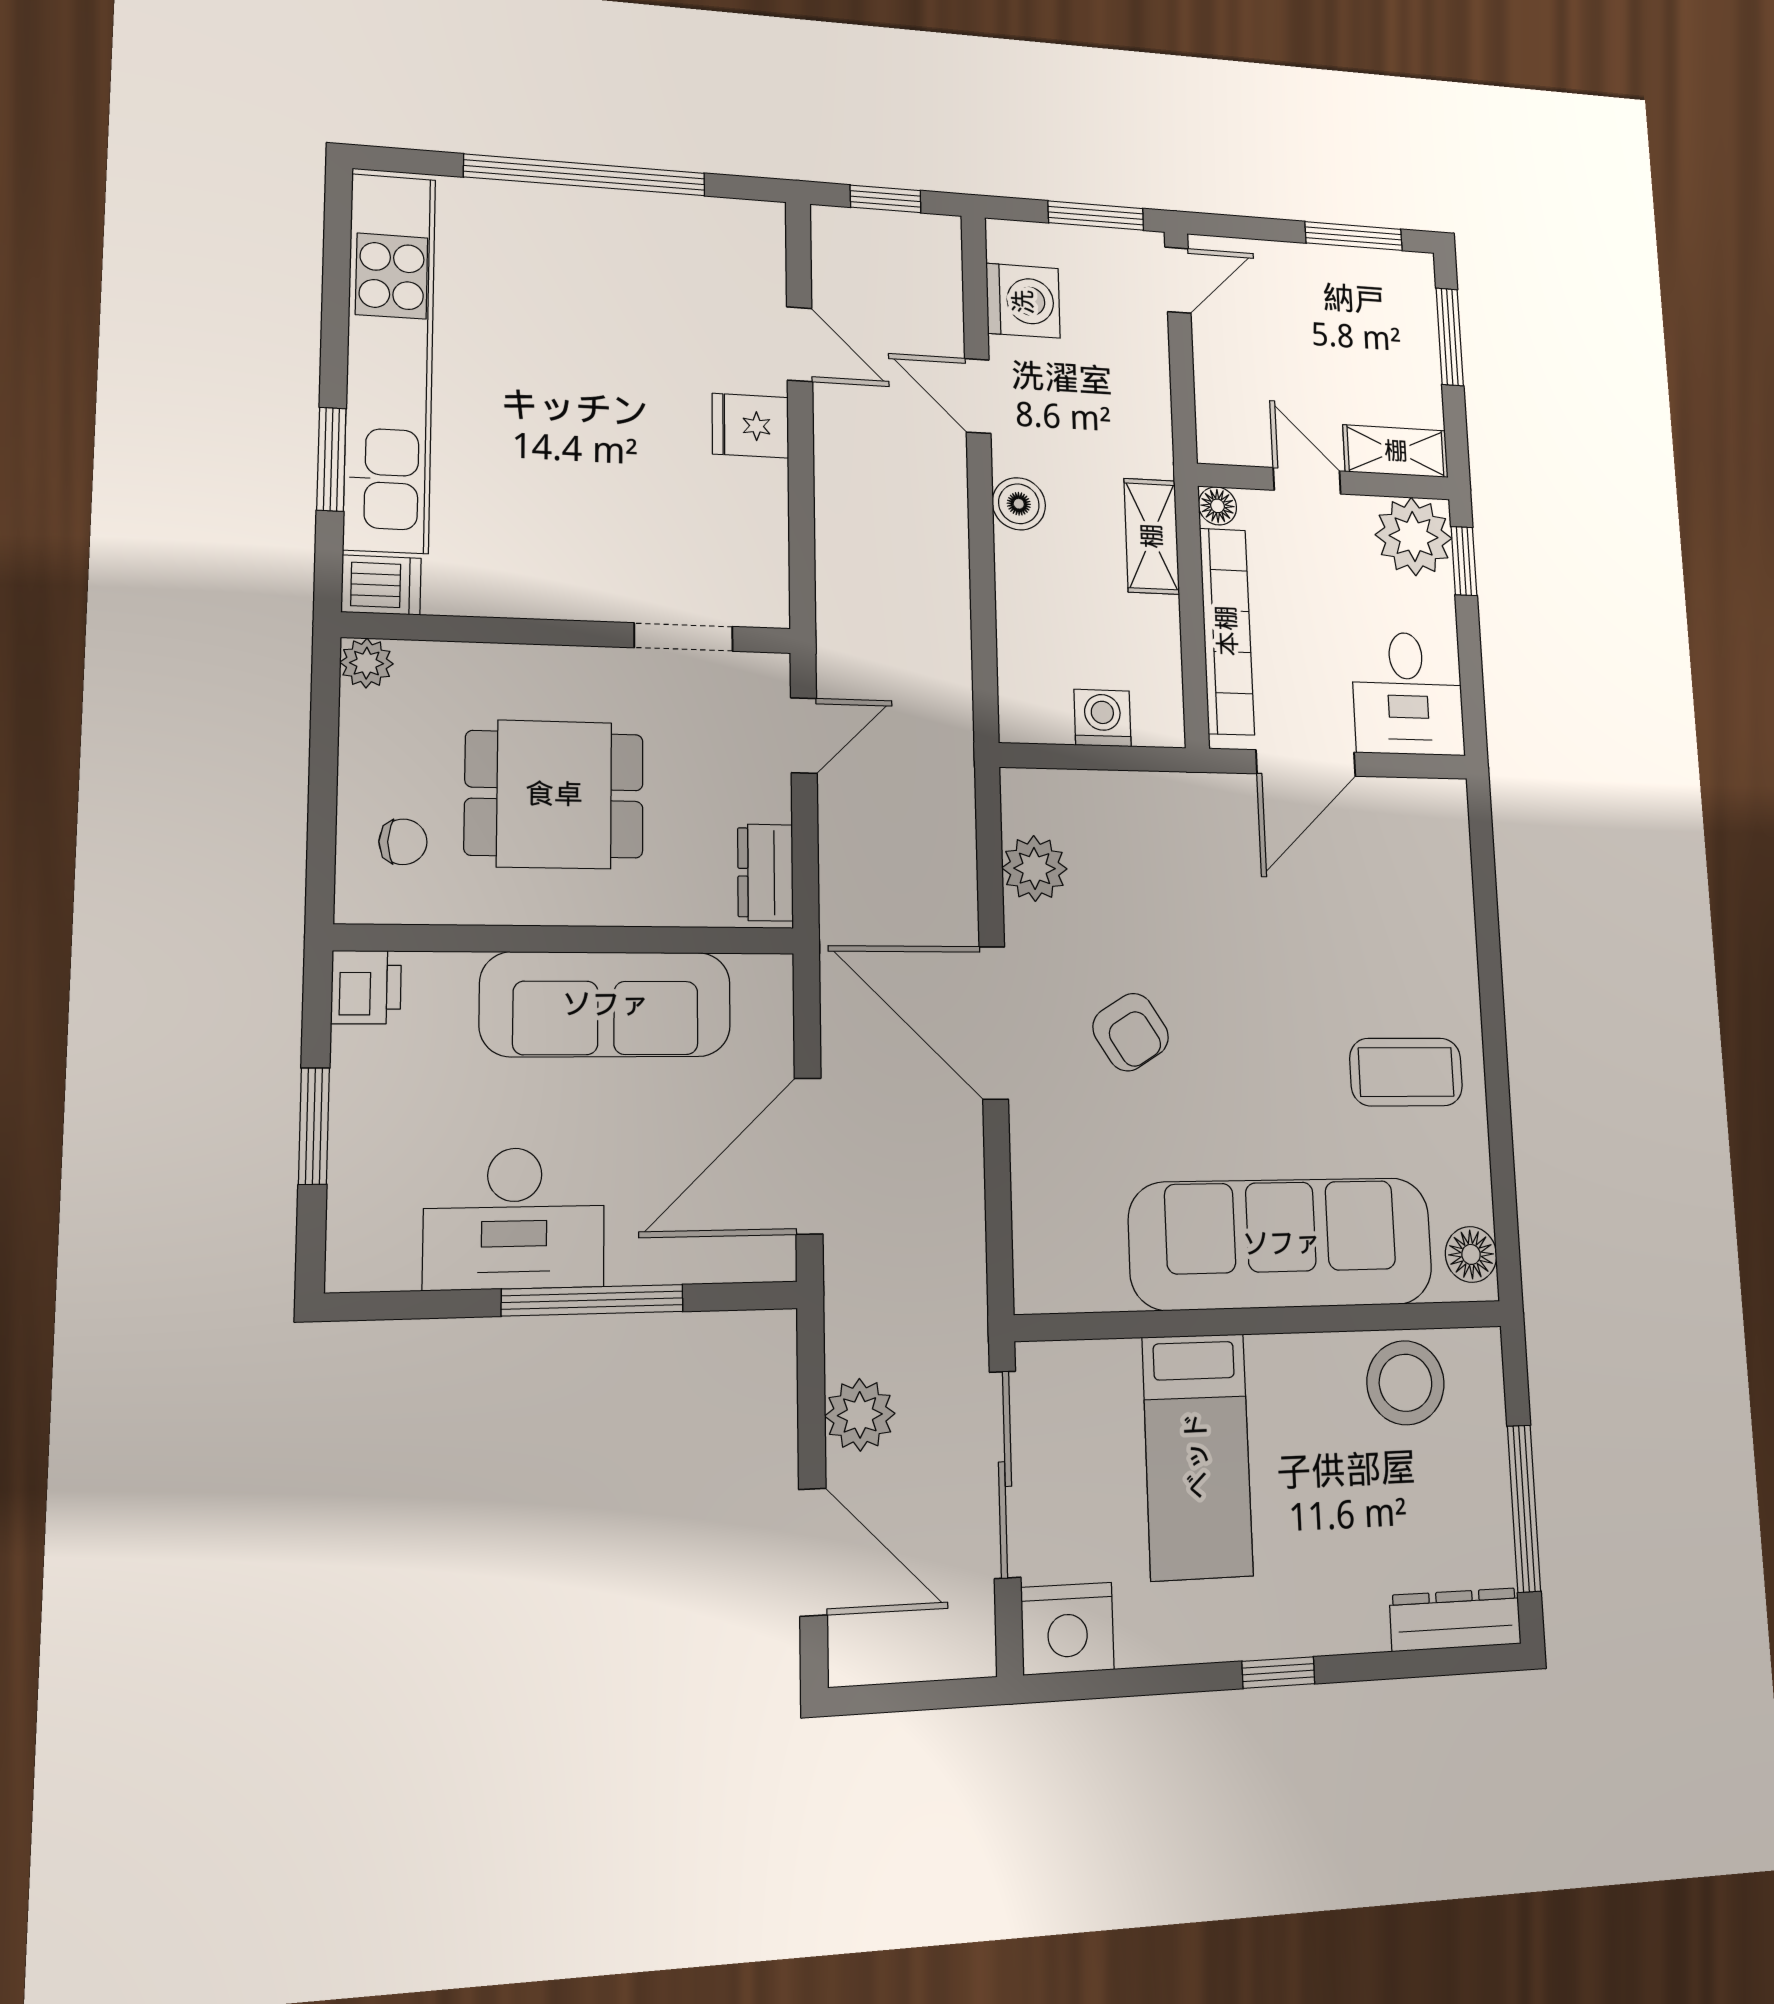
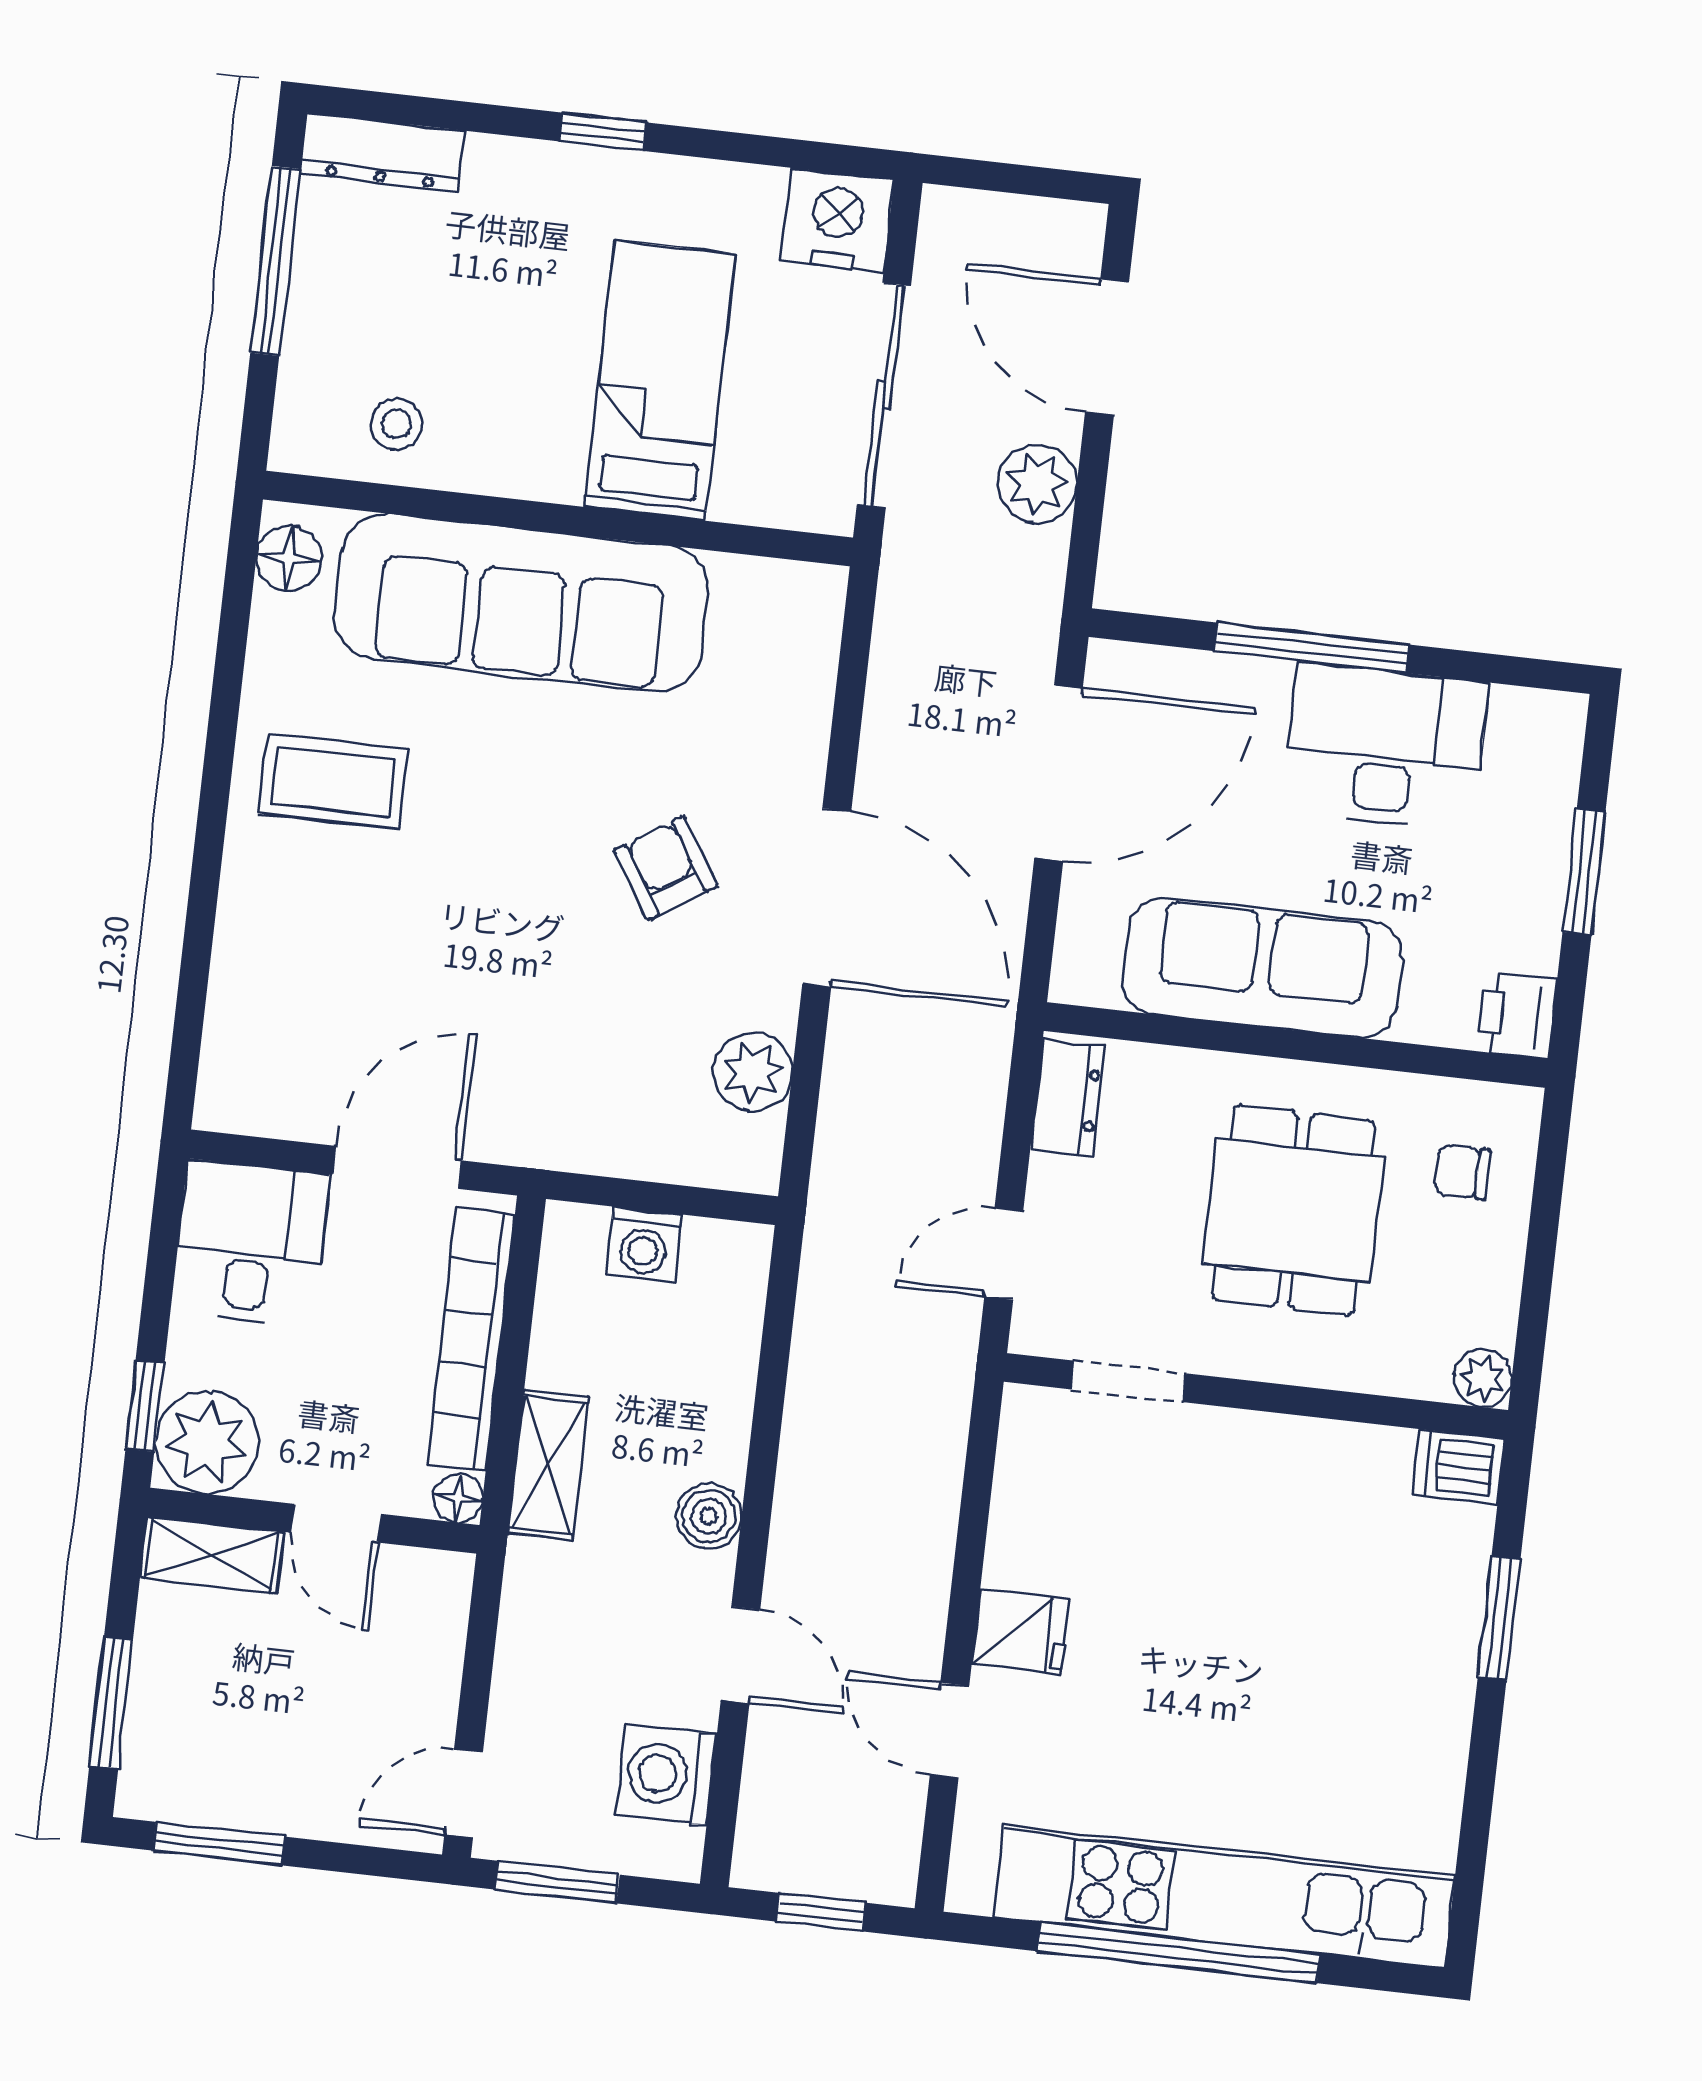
kitchen unit: (390, 362) -> (1224, 1896), moved, turned 90
dining table: (554, 794) -> (1294, 1210), turned 90
stool: (1406, 1383) -> (397, 424), width x0.53, depth x0.53

